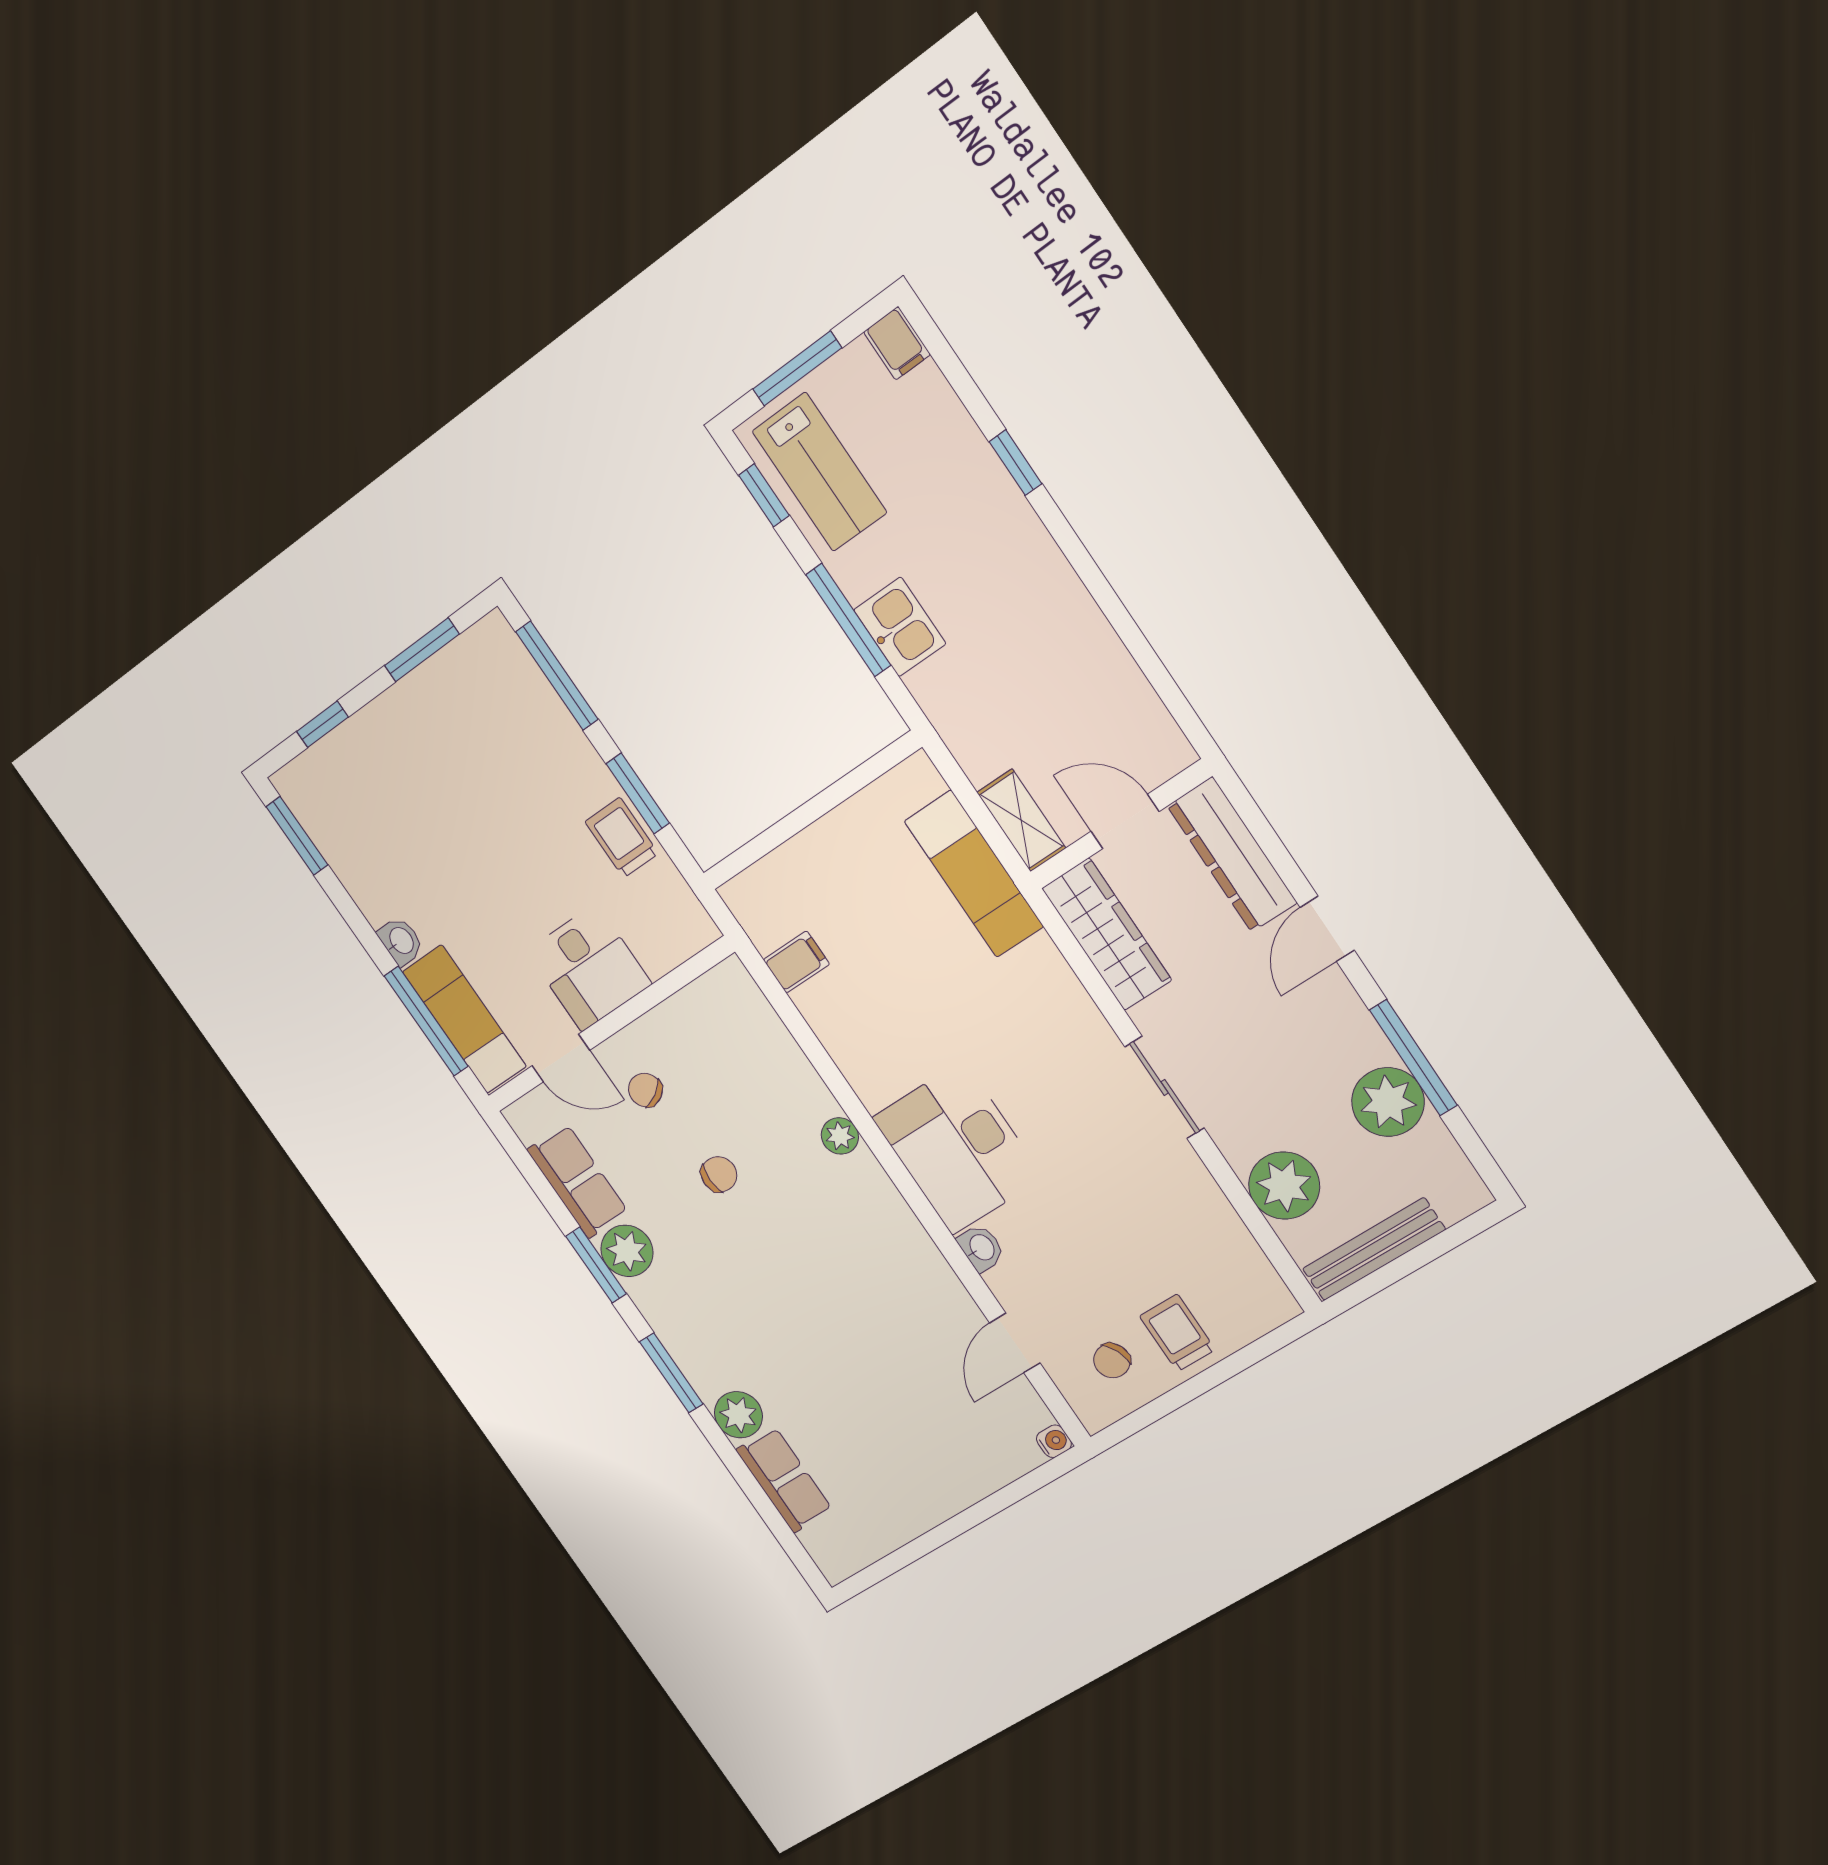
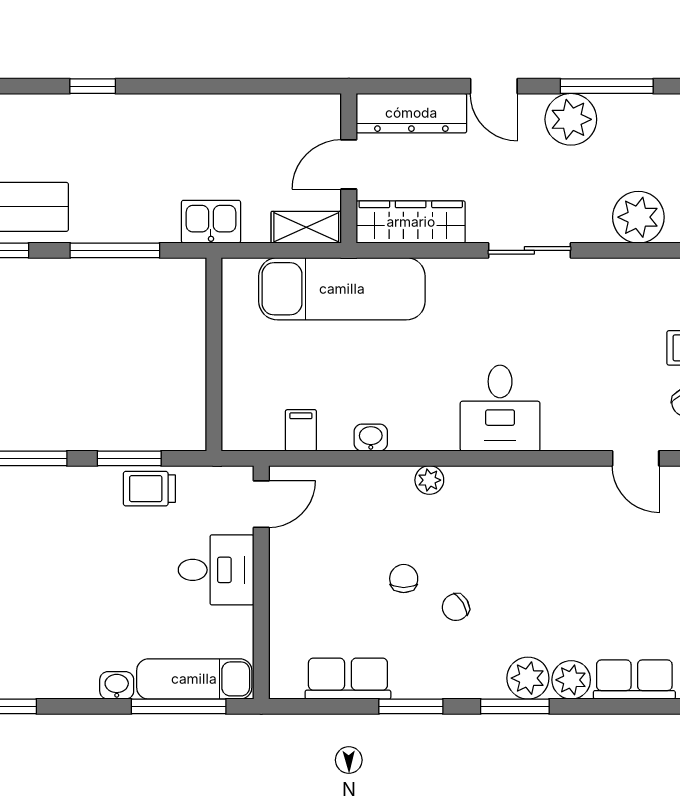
kitchen sink: (900, 627) -> (211, 222), moved
exam couch: (974, 874) -> (342, 289), width x1.36, depth x1.45
door: (561, 1058) -> (261, 504), moved
chair: (645, 1090) -> (456, 607), moved
plant: (1388, 1102) -> (571, 119), moved
desk: (958, 1148) -> (500, 408), width x0.73
washbasin: (981, 1248) -> (371, 438), moved
plant: (627, 1251) -> (528, 678), moved

